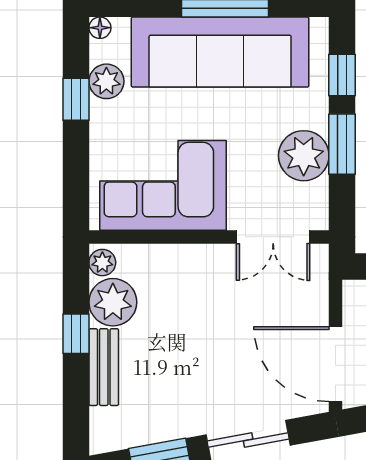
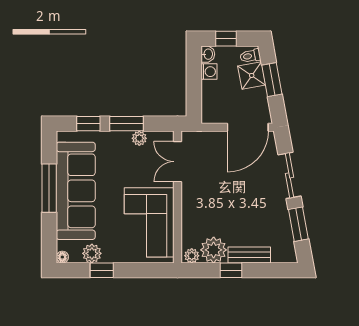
plant: (304, 156) -> (139, 138), width x0.53, depth x0.53
double door: (273, 237) -> (178, 162), swing flipped

